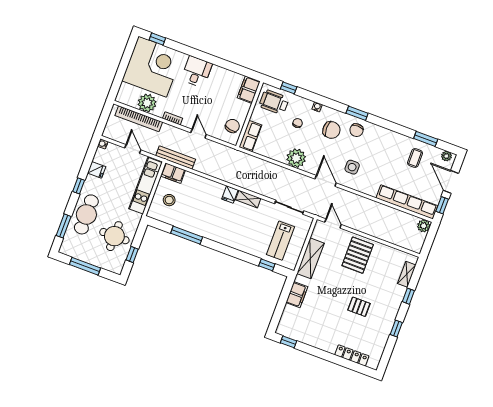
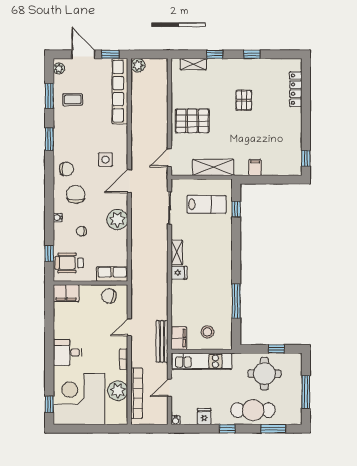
wheelchair: (274, 102) -> (69, 263), turned 90
window: (357, 113) -> (49, 139), moved
door: (451, 182) -> (83, 54), swing flipped
filing cabinet: (297, 295) -> (255, 167), width x0.50

